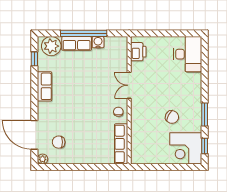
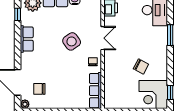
double door: (129, 85) -> (103, 38), swing flipped
side table: (95, 89) -> (72, 41), added
window: (205, 114) -> (170, 35), moved

